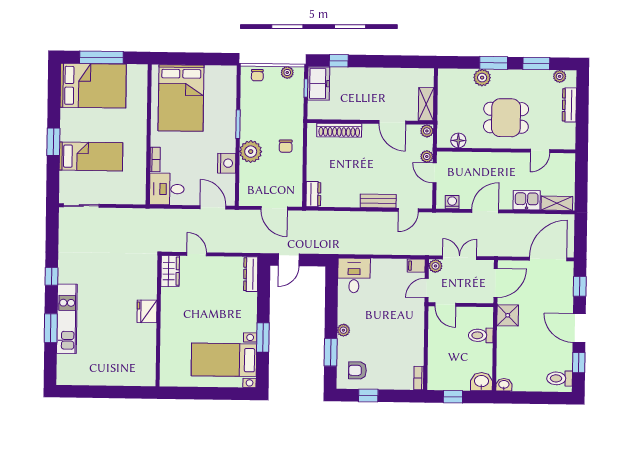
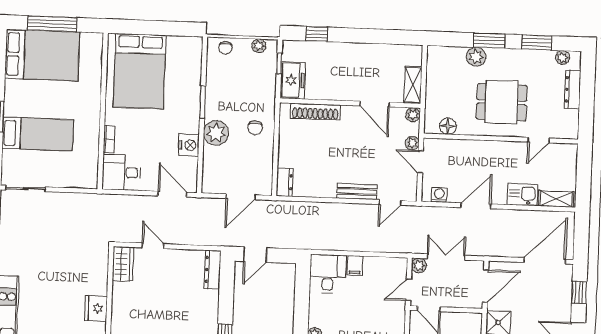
freezer: (319, 84) -> (293, 80), moved
door: (274, 208) -> (241, 197), hinge flipped
filing cabinet: (416, 266) -> (355, 265), moved, turned -90

